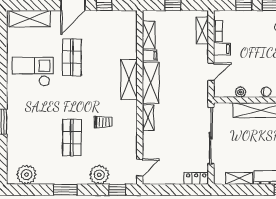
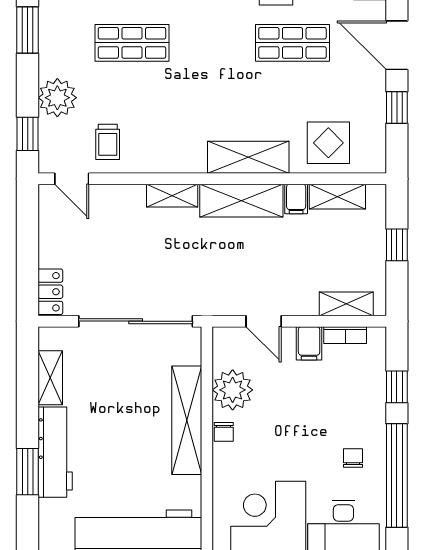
display table: (122, 39) -> (328, 143), added
plant: (241, 92) -> (233, 390), width x1.87, depth x1.87
trolley: (103, 122) -> (108, 142), moved

